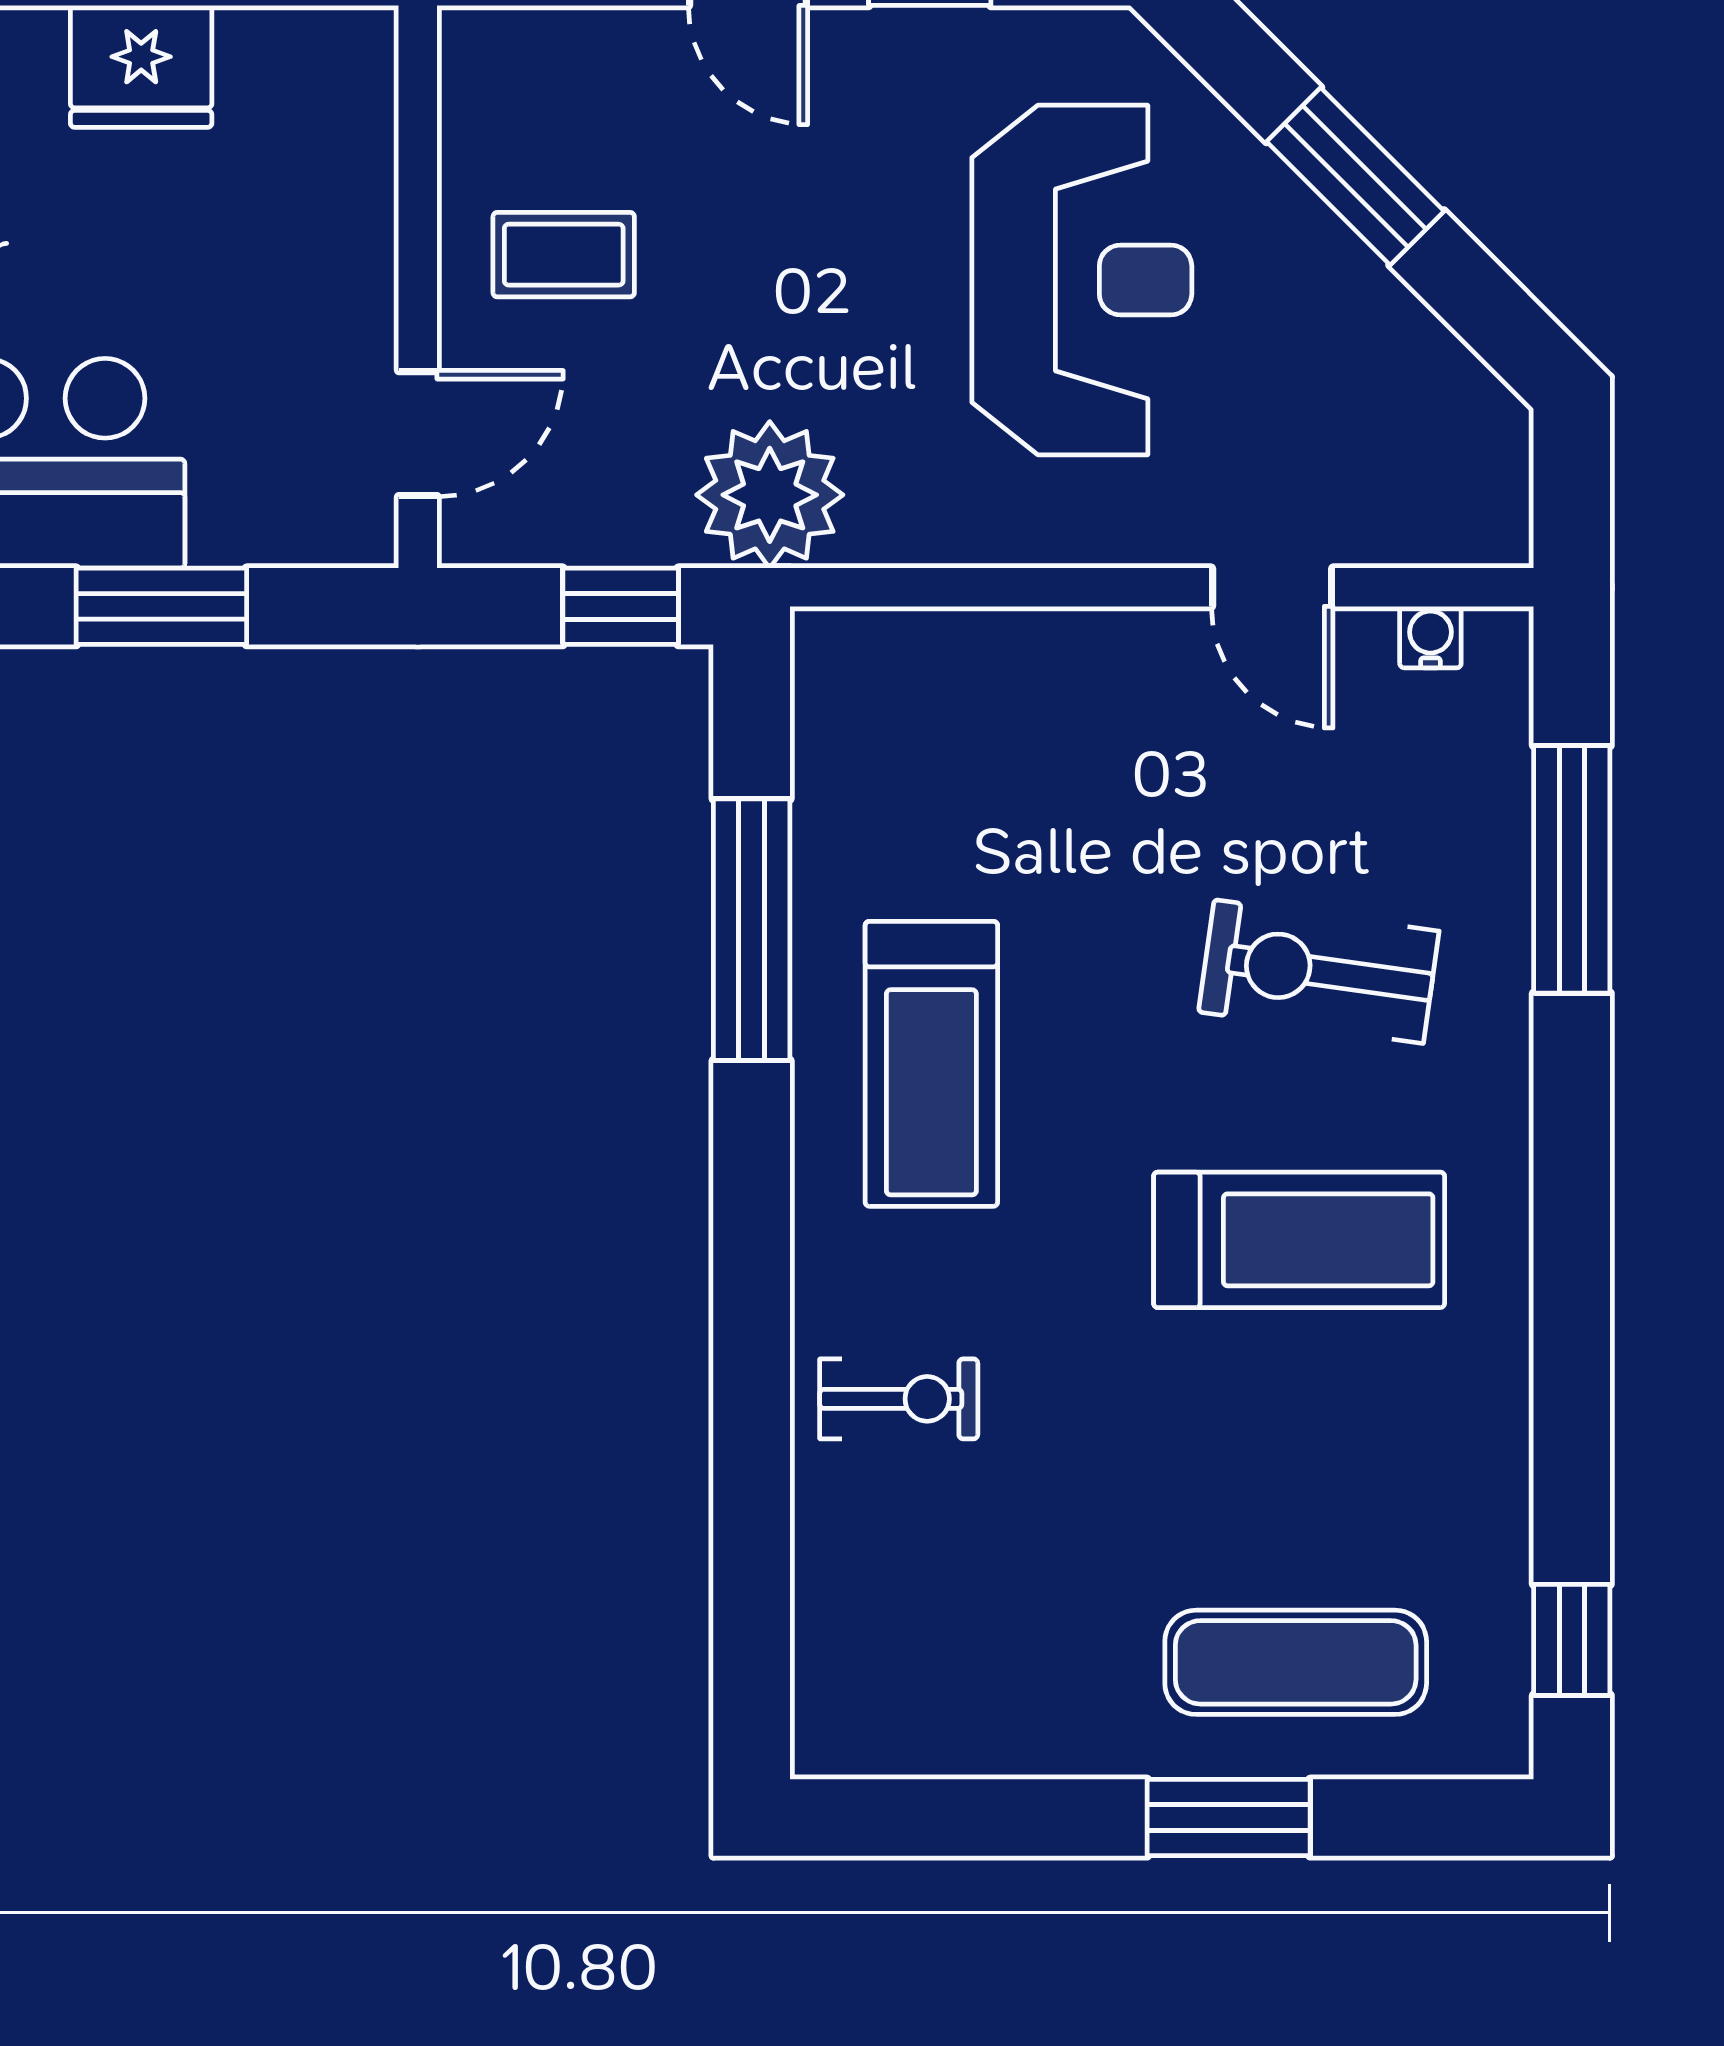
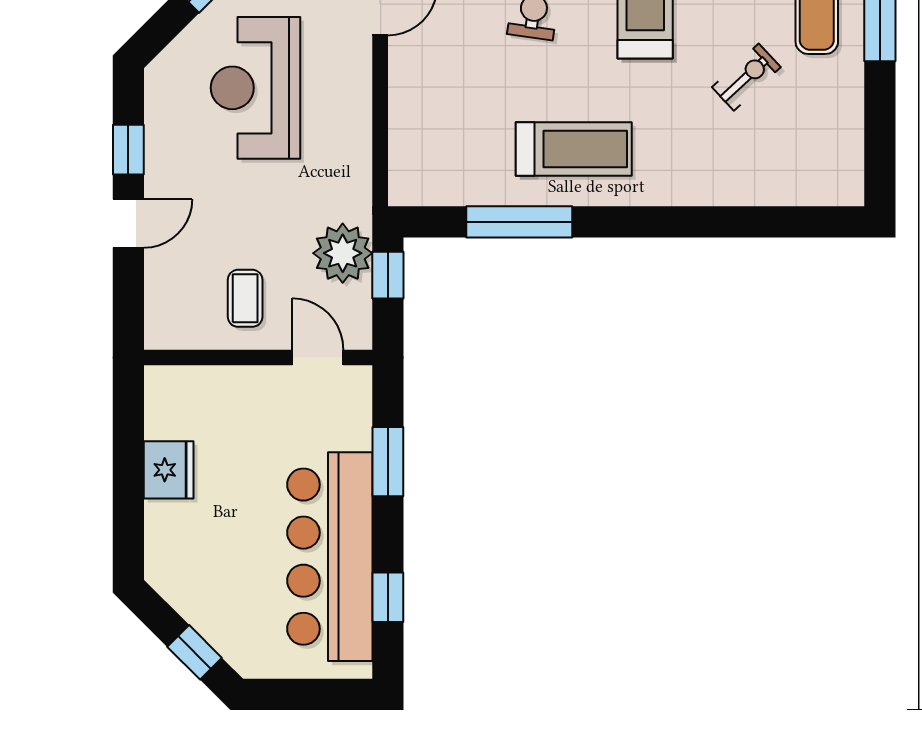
reception desk: (1082, 280) -> (255, 88), turned -90
plant: (770, 495) -> (343, 253), moved
exercise bike: (899, 1399) -> (746, 77), moved, turned 47

